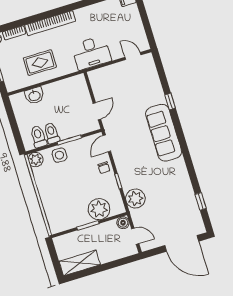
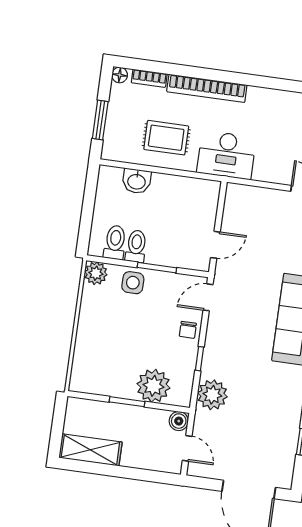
desk: (91, 53) -> (226, 155), moved

